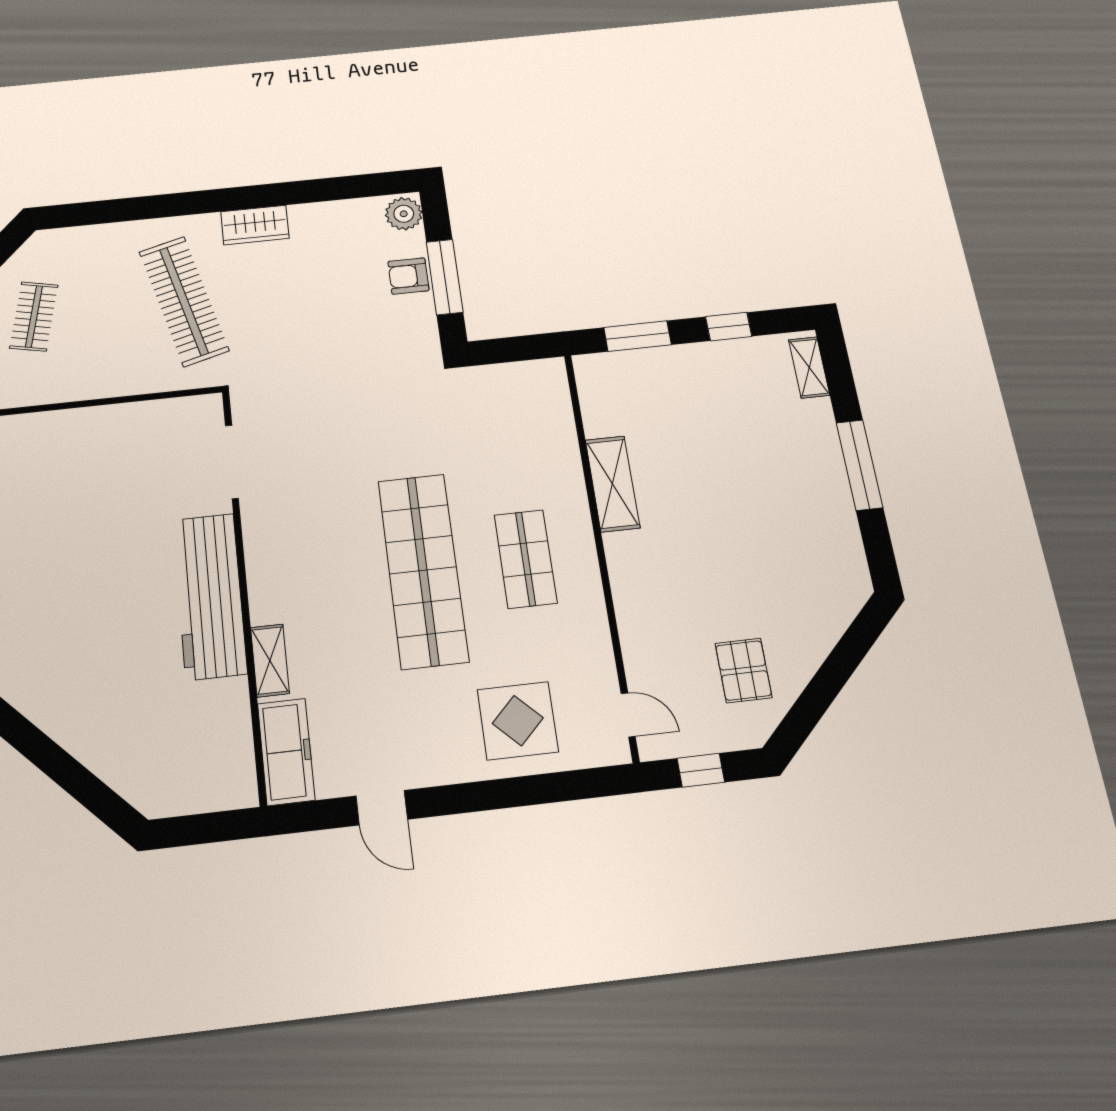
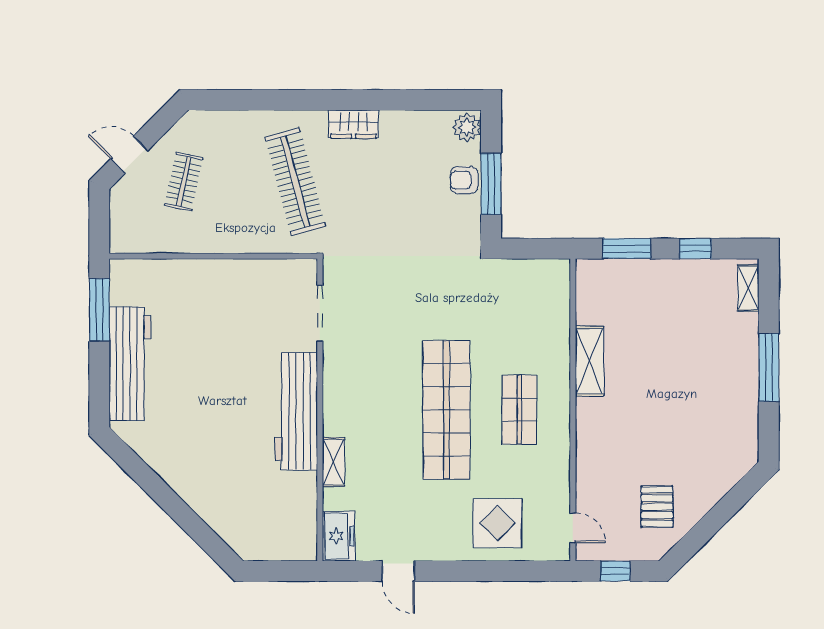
freezer: (286, 752) -> (339, 536), width x0.71

